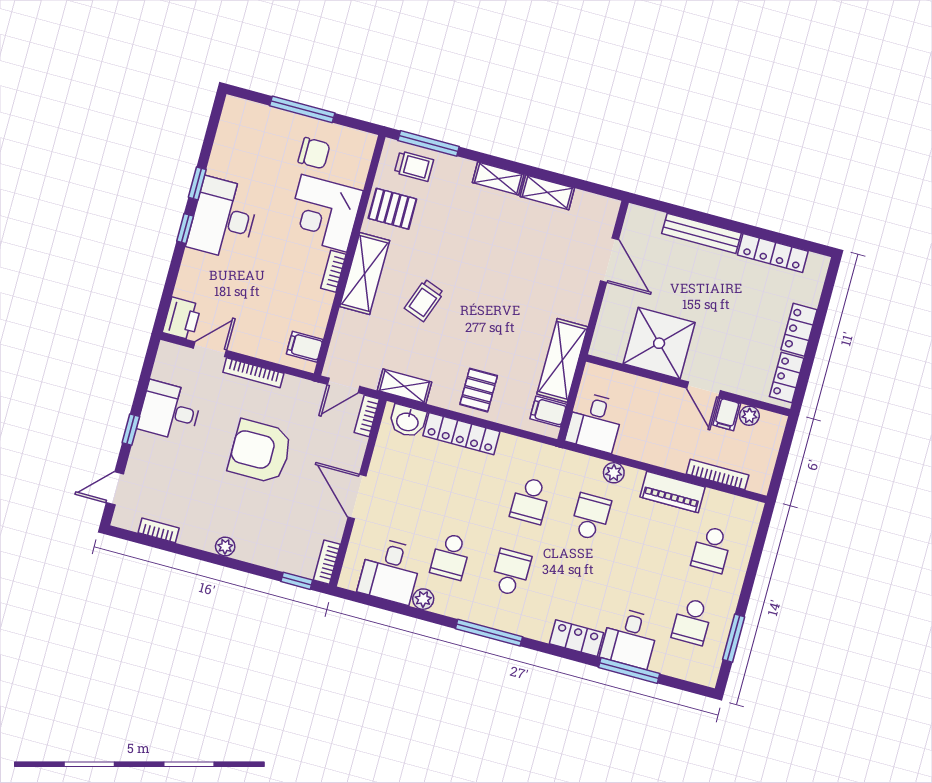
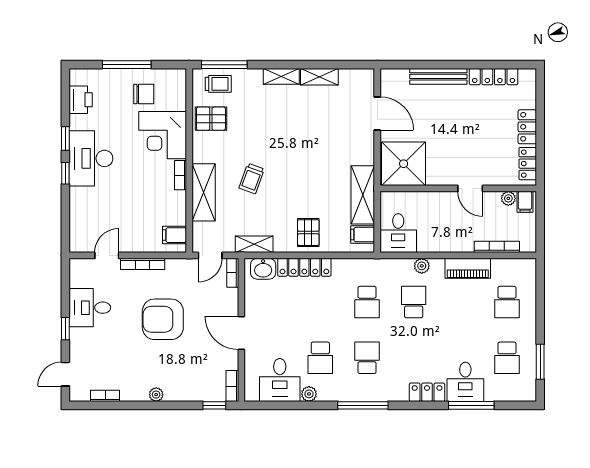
shelving: (365, 273) -> (204, 192), moved
printer: (182, 319) -> (81, 100), moved
shower: (659, 343) -> (404, 164), moved
filing cabinet: (727, 414) -> (525, 202), moved

